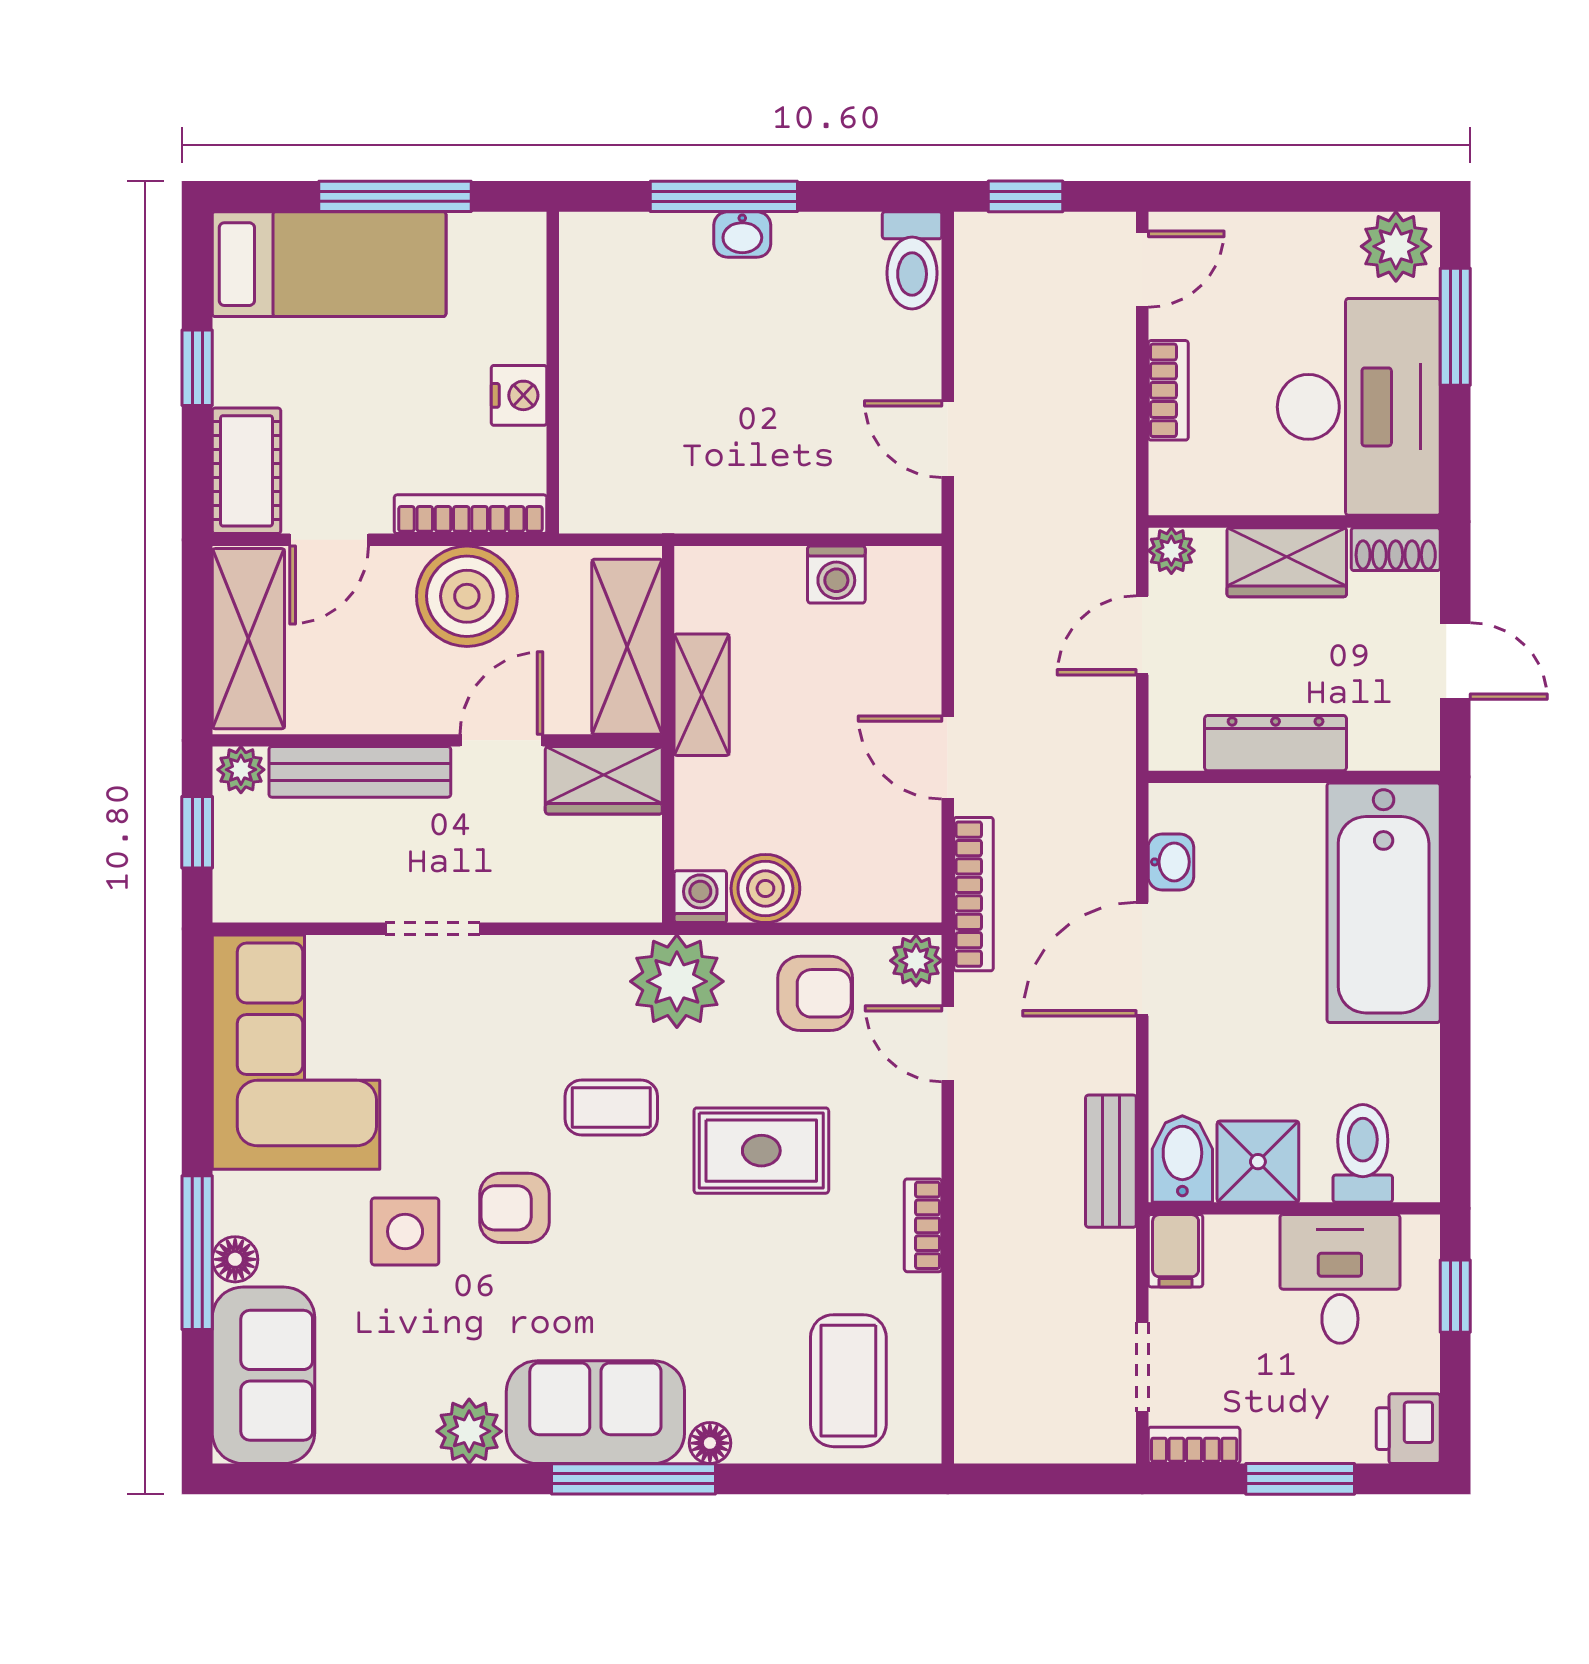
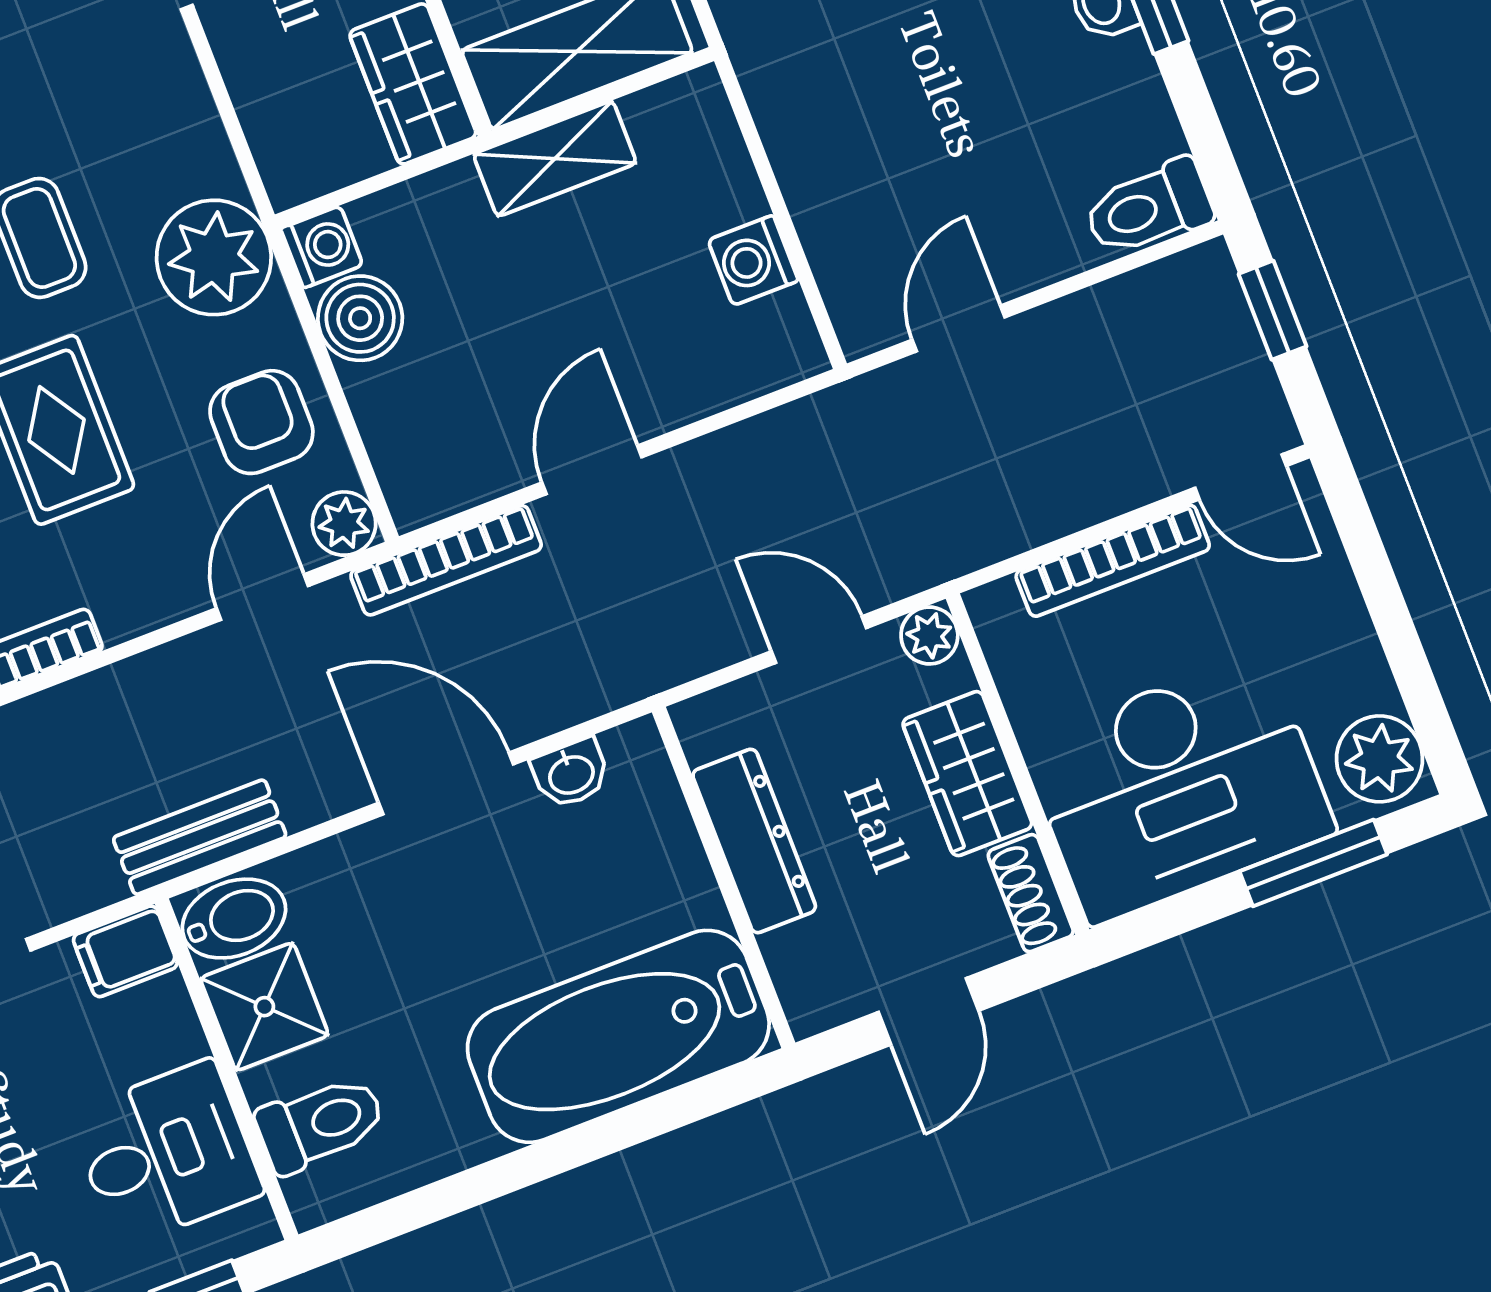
bookcase: (1168, 390) -> (1113, 561), width x1.56
armchair: (815, 993) -> (261, 422), turned 180

